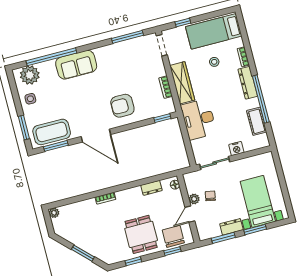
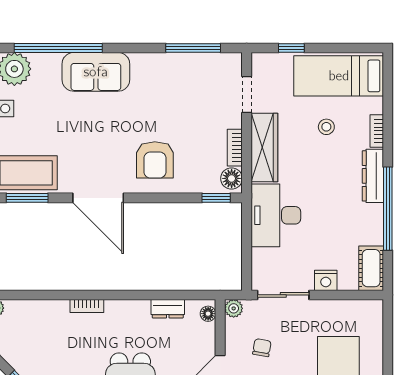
doorway: (162, 45) -> (247, 94), moved
floor lamp: (168, 105) -> (232, 178), added
armchair: (122, 106) -> (155, 160), turned -90
cot: (257, 121) -> (371, 268), moved
plant: (194, 199) -> (234, 308), moved

